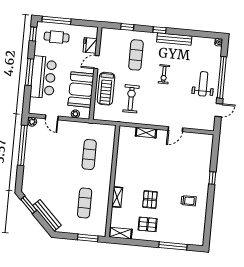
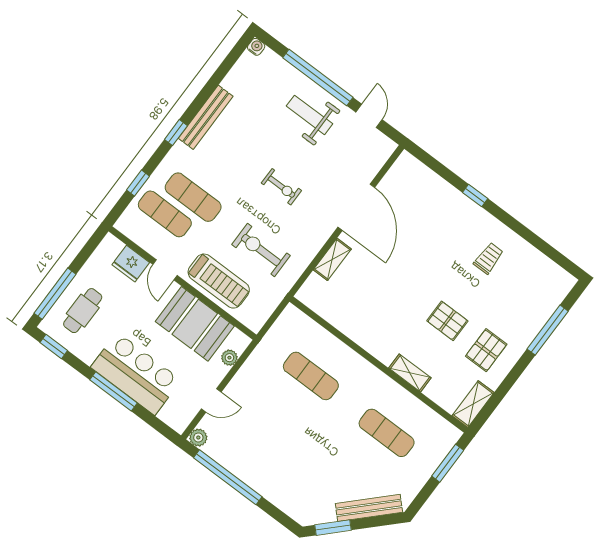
exercise mat: (121, 47) -> (165, 214), added
exercise bike: (164, 74) -> (281, 187), moved
door: (175, 129) -> (356, 207), width x1.87

